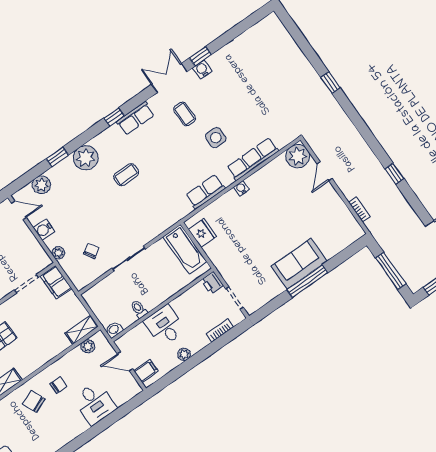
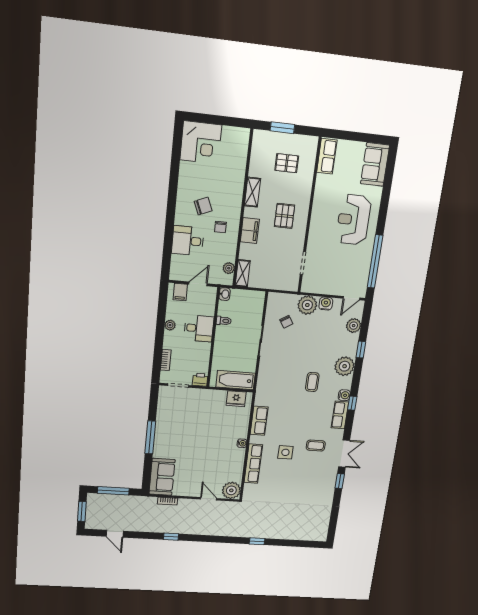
water cooler: (202, 69) -> (344, 395), moved
plant: (58, 253) -> (307, 305), width x1.88, depth x1.88
sofa: (299, 264) -> (162, 477), moved
filing cabinet: (56, 282) -> (250, 231), moved, turned 90
chair: (34, 401) -> (203, 206), moved

